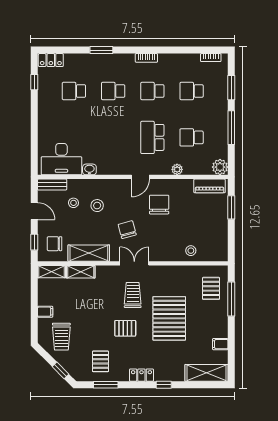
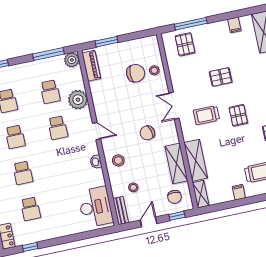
window: (231, 128) -> (48, 54), moved
school desk: (152, 137) -> (58, 128), width x0.54
washbasin: (89, 169) -> (96, 162), moved
plant: (177, 169) -> (78, 100), width x1.87, depth x1.87
chair: (159, 205) -> (136, 73), moved, turned 180
stool: (97, 206) -> (118, 160), moved
double door: (134, 263) -> (174, 106), moved
shelving: (81, 272) -> (196, 160), width x1.50, depth x1.33
pallet: (211, 288) -> (185, 44), turned 90
pallet: (169, 318) -> (221, 77), width x0.49, depth x0.50

